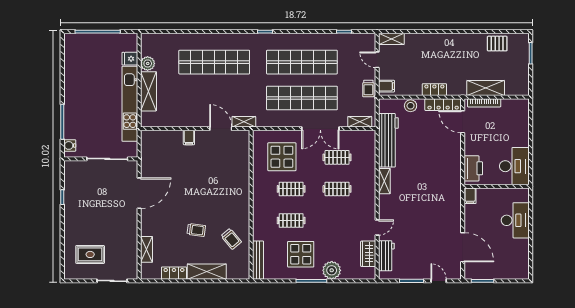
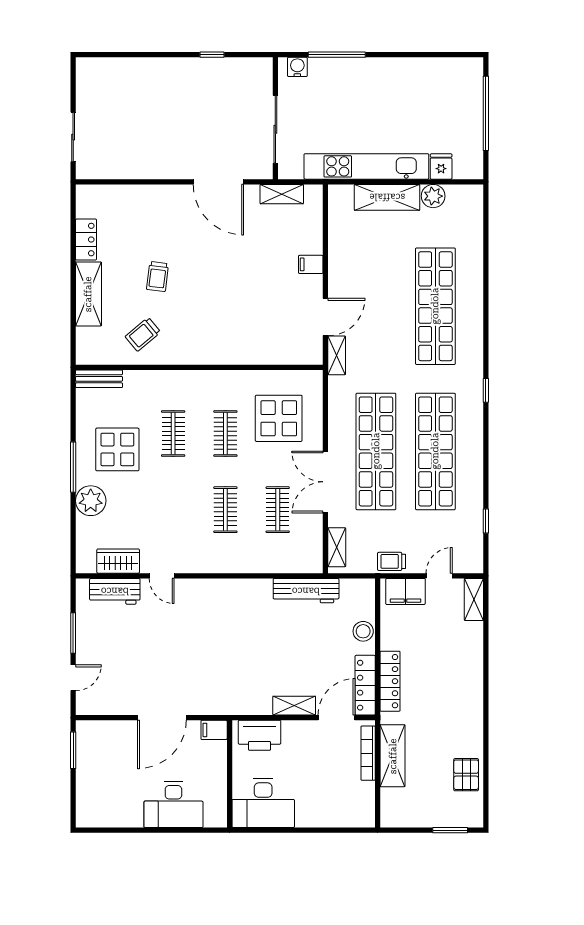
filing cabinet: (386, 86) -> (405, 591), width x2.00
locker: (434, 90) -> (390, 681), width x1.53
workbench: (388, 140) -> (306, 591), width x0.73, depth x0.76
shelving: (384, 181) -> (294, 706), moved
door: (463, 247) -> (162, 718), moved
shelving: (146, 249) -> (282, 194), moved
rug: (90, 254) -> (117, 101), removed
bench: (258, 260) -> (99, 379), width x0.73

